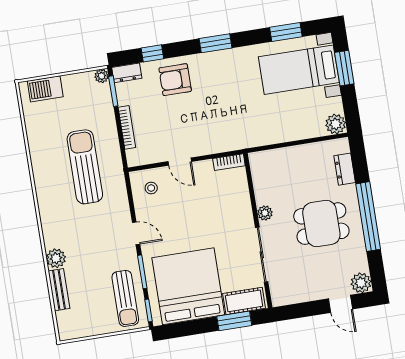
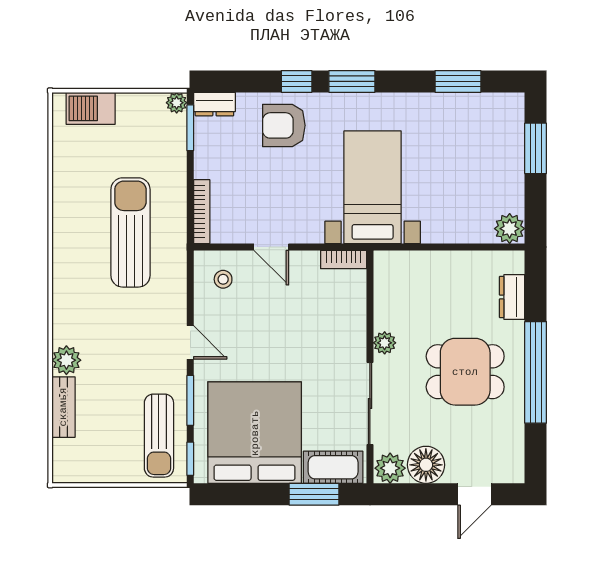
window: (152, 53) -> (297, 81), moved
bed with nightstands: (299, 70) -> (373, 187), moved, turned 90
bookcase: (127, 127) -> (202, 212), moved
plant: (361, 283) -> (390, 468), moved
floor lamp: (305, 289) -> (426, 465), added
door: (341, 304) -> (474, 494), hinge flipped

